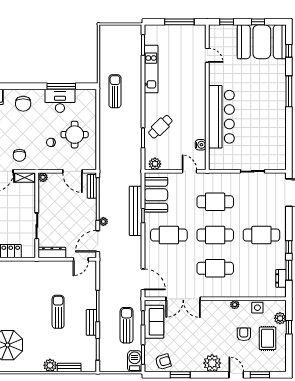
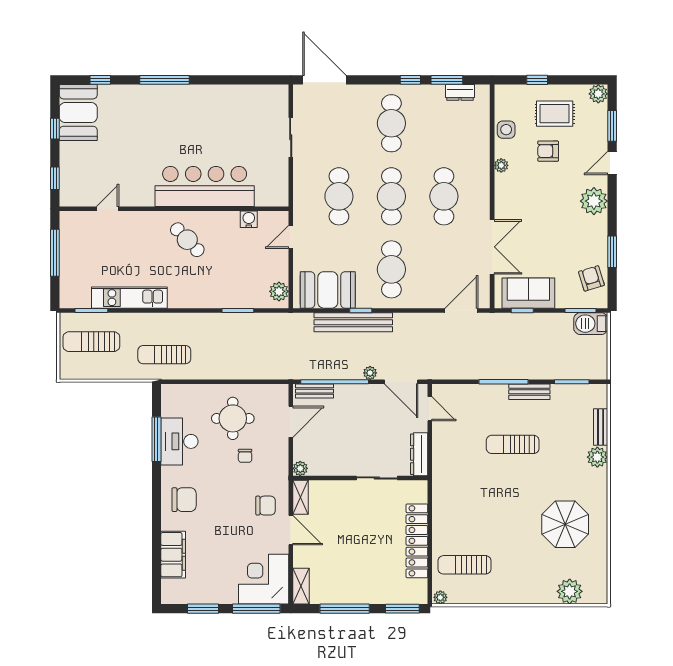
booth: (262, 42) -> (78, 113), width x0.73, depth x0.70
cafe table: (160, 127) -> (187, 240), moved
plant: (280, 318) -> (598, 94), moved
sun lounger: (127, 325) -> (91, 342), moved

